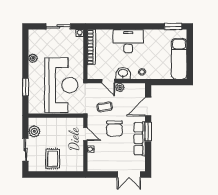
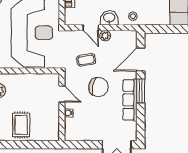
chair: (114, 129) -> (98, 87), turned -79

